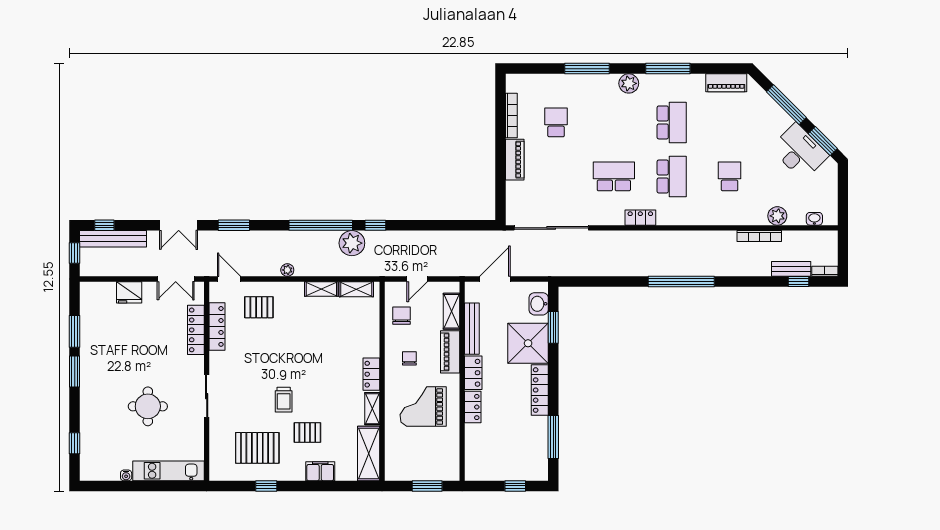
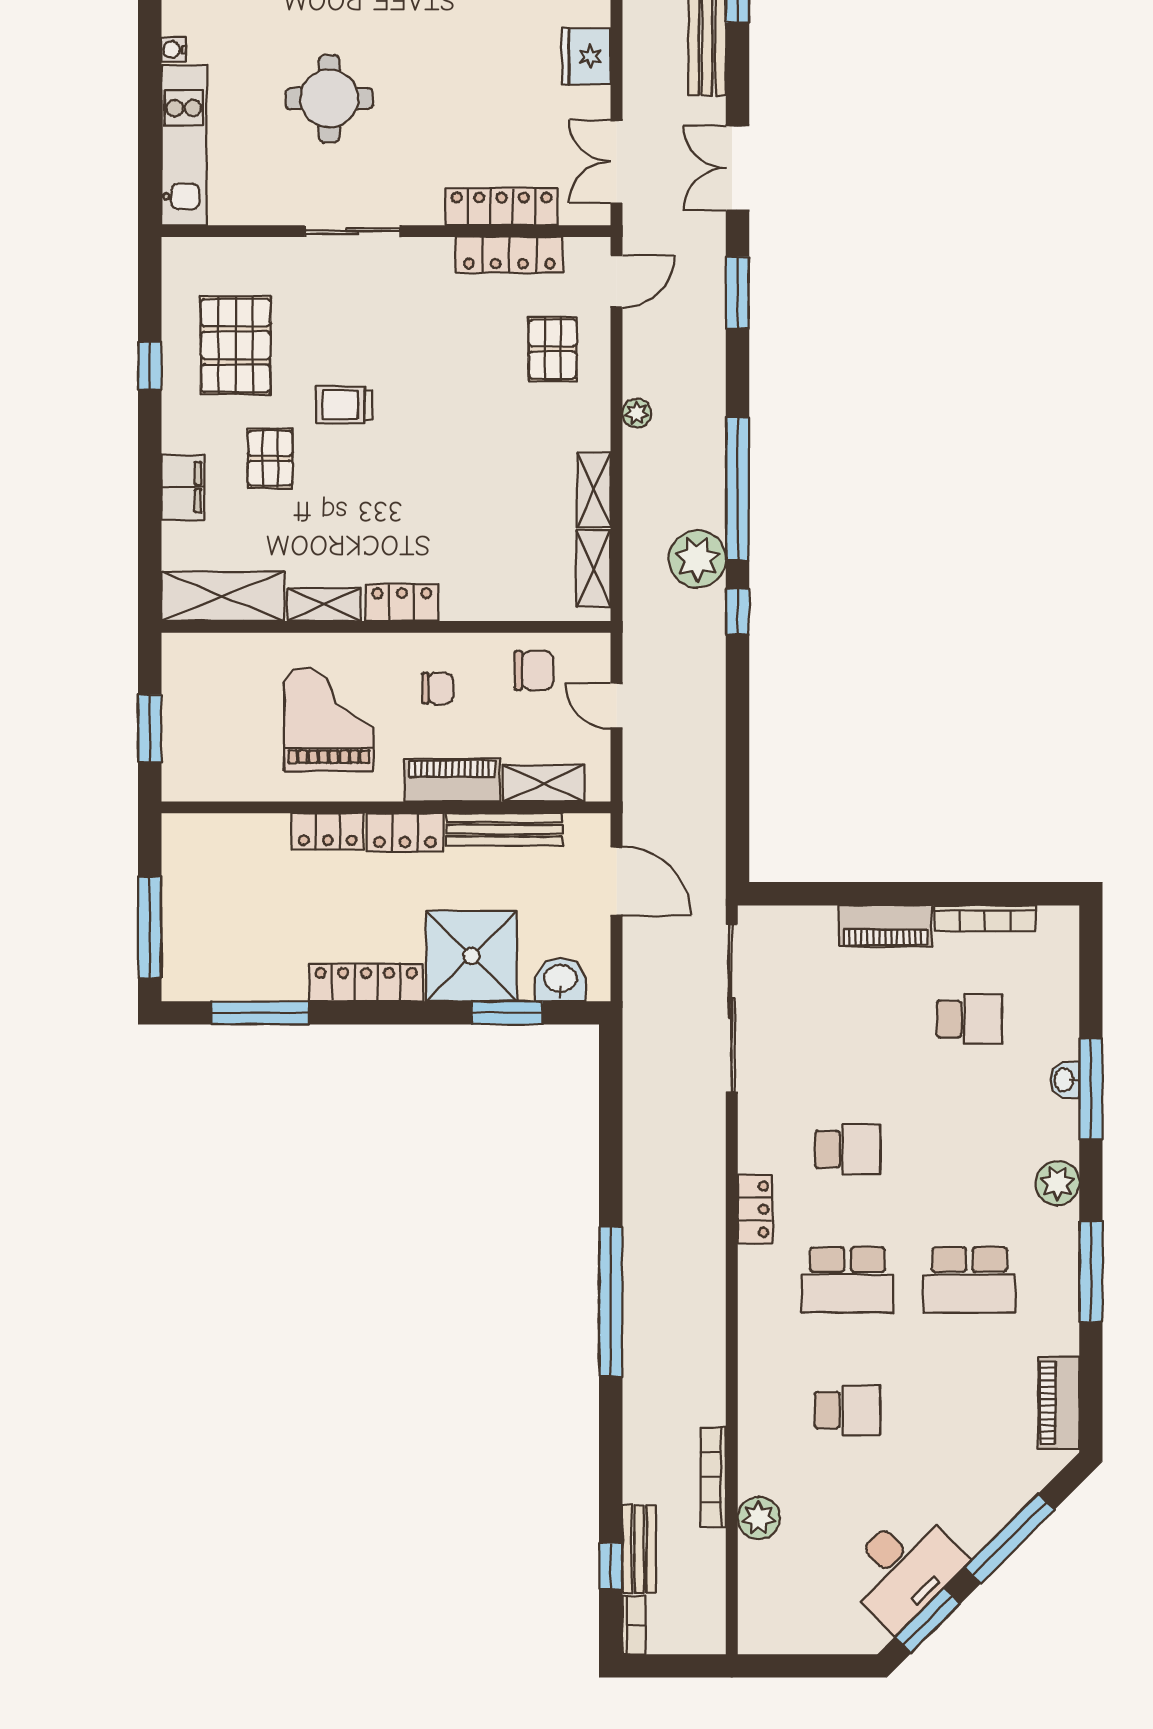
school desk: (614, 176) -> (848, 1149), width x0.54
washbasin: (814, 219) -> (1065, 1080), moved, turned 180
window: (515, 486) -> (150, 927), width x2.17

